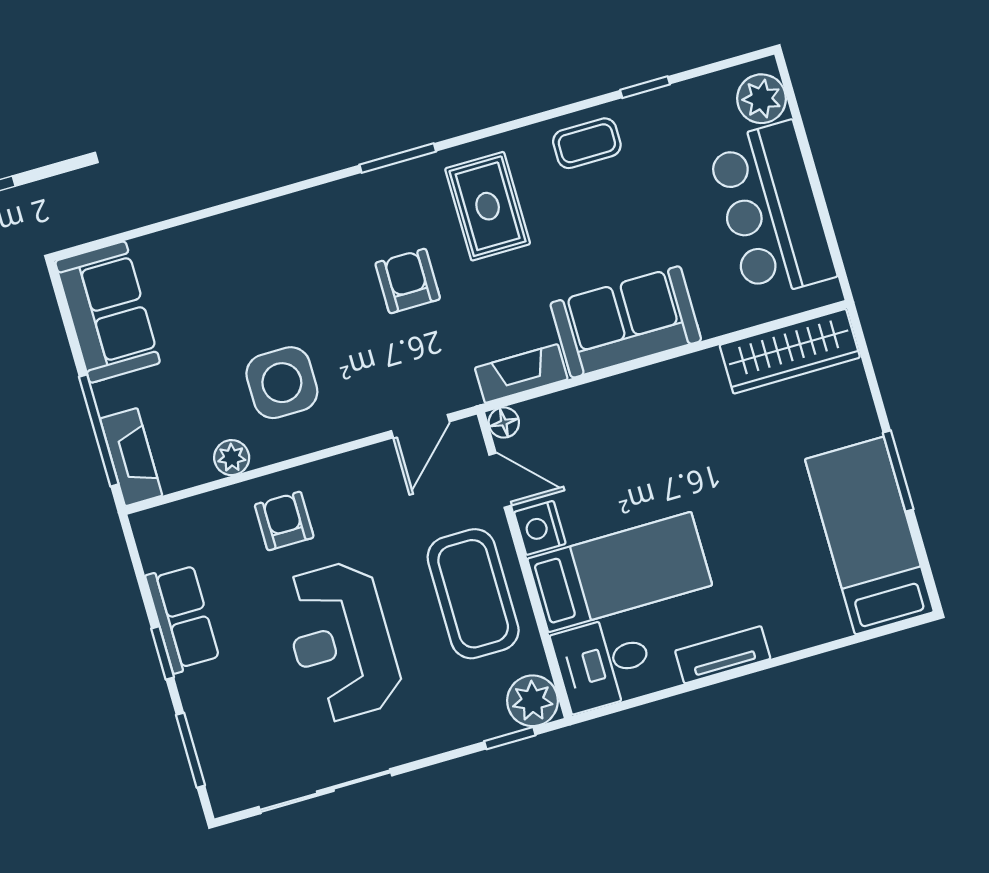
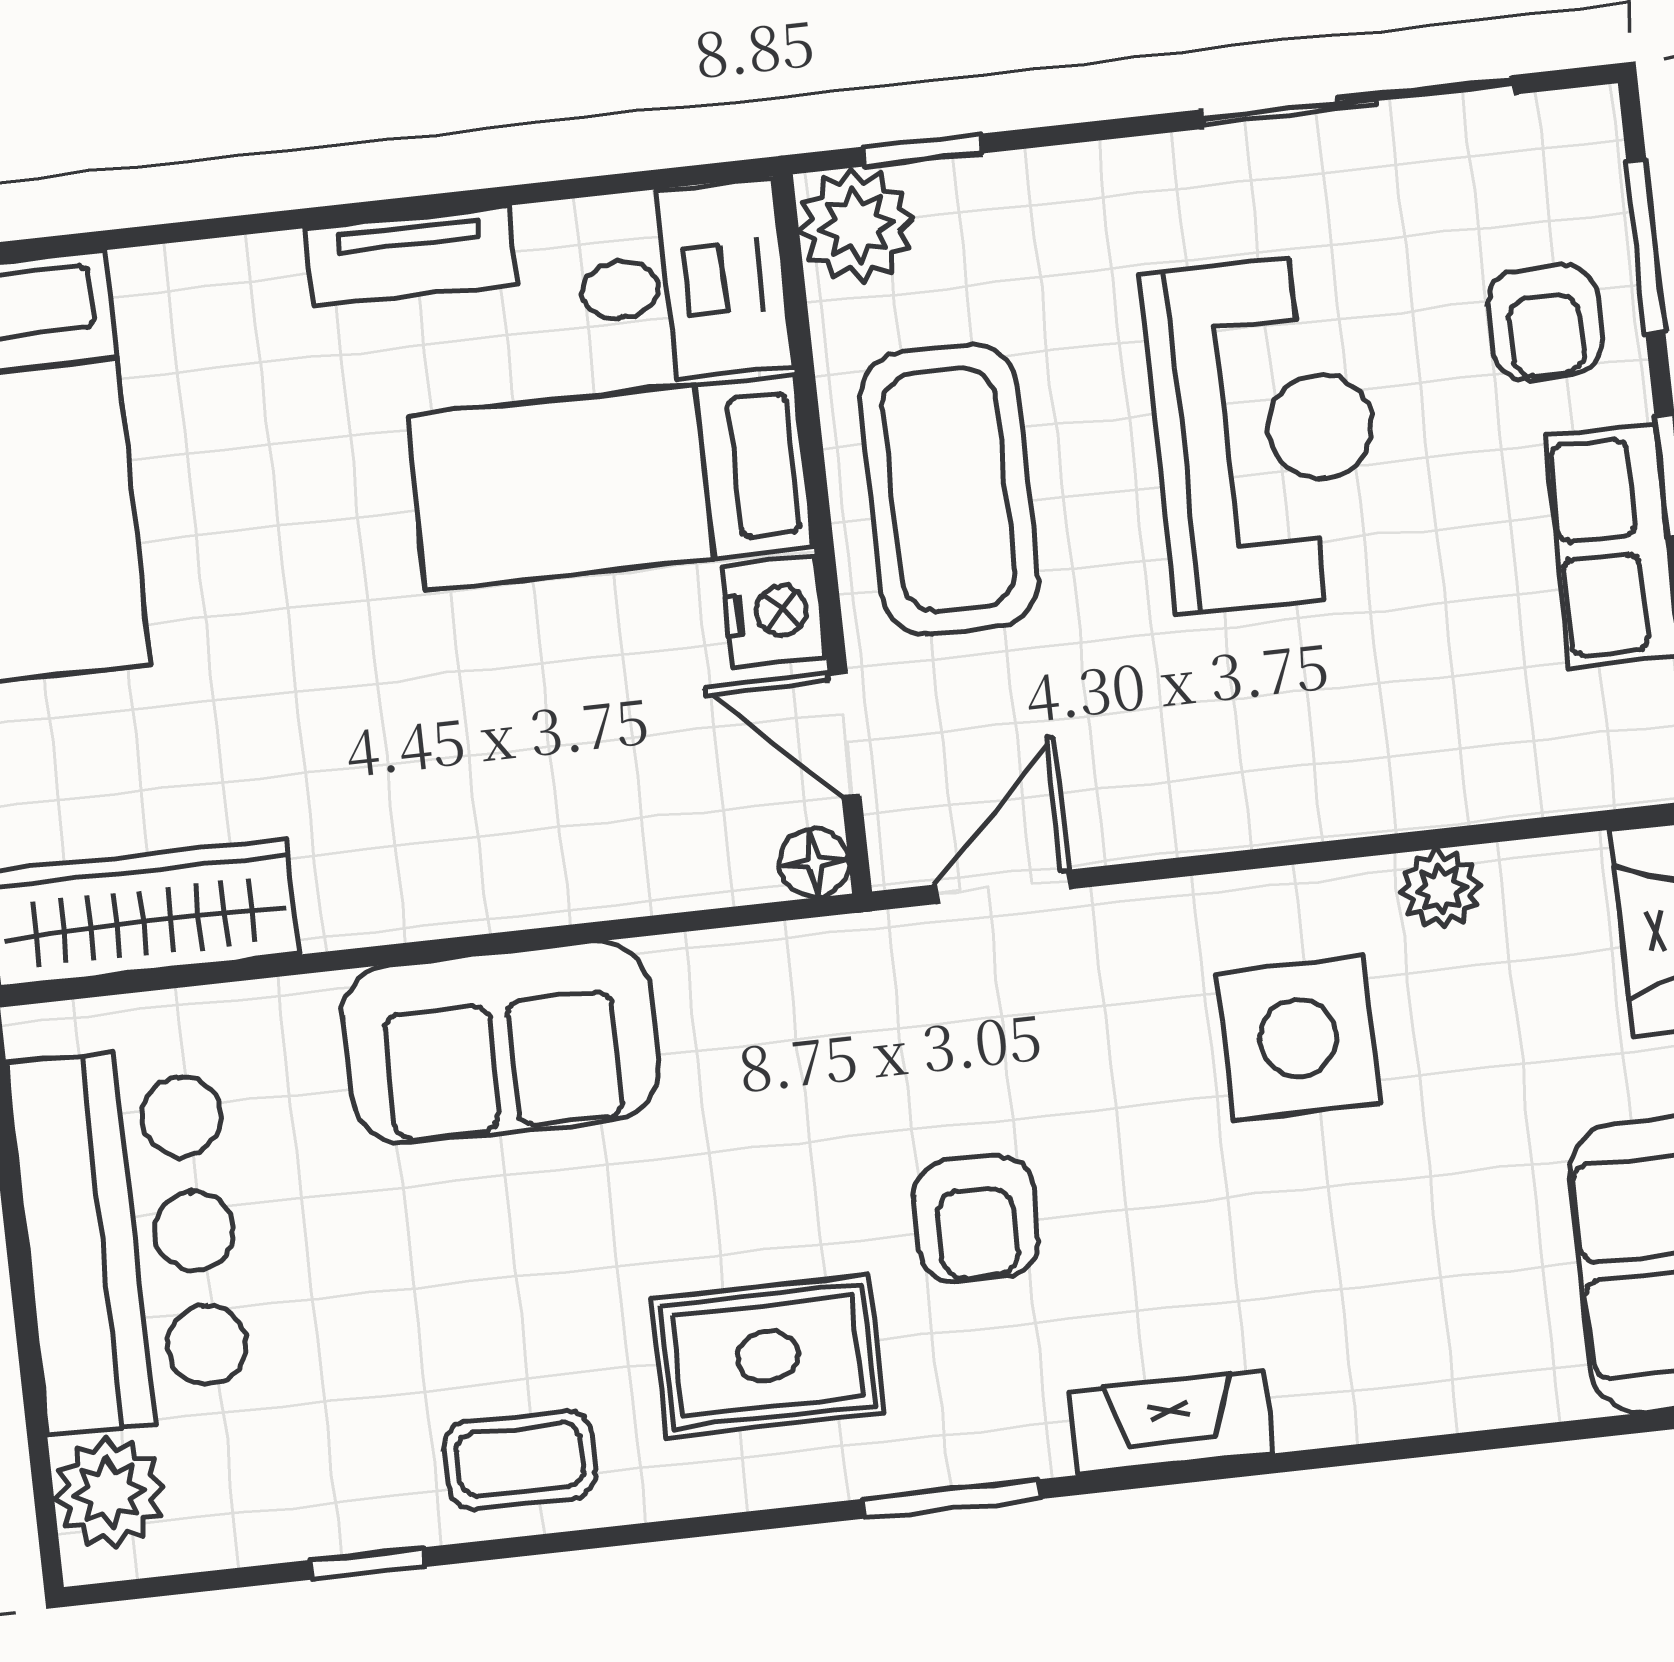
rug: (488, 206) -> (767, 1356), turned 90
fireplace: (521, 374) -> (1170, 1422), moved, turned 180
armchair: (284, 521) -> (1545, 323), moved

